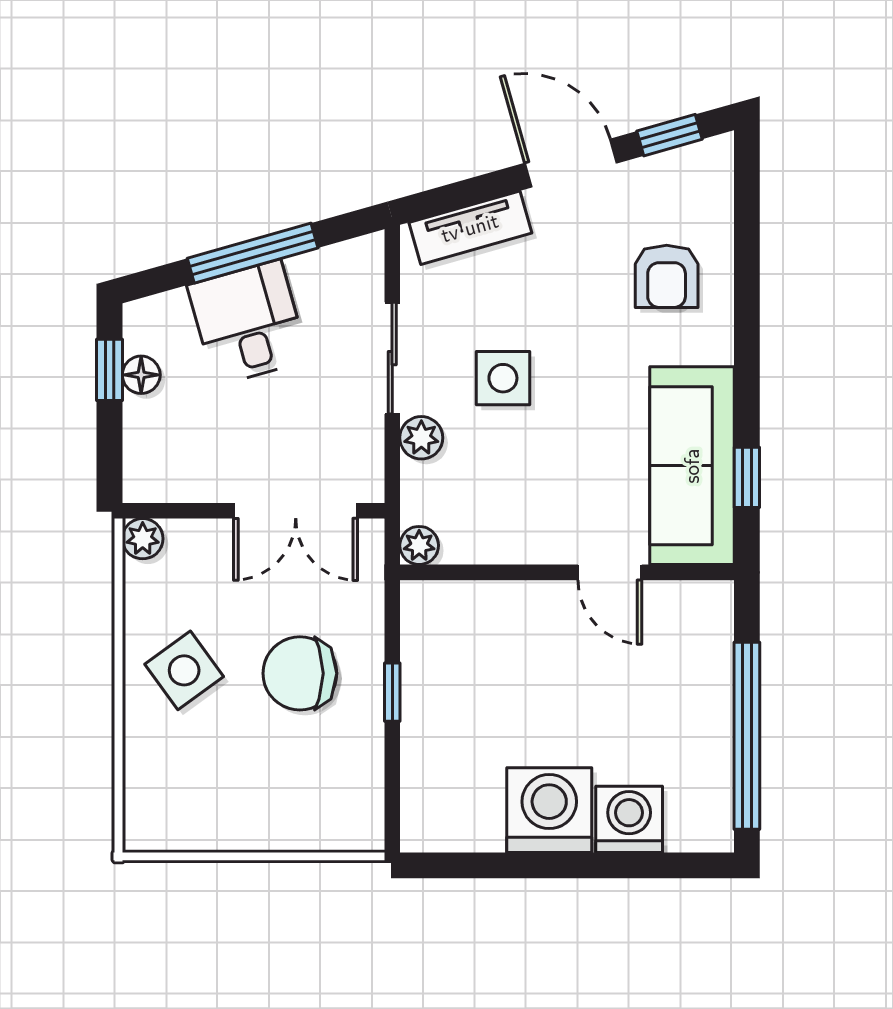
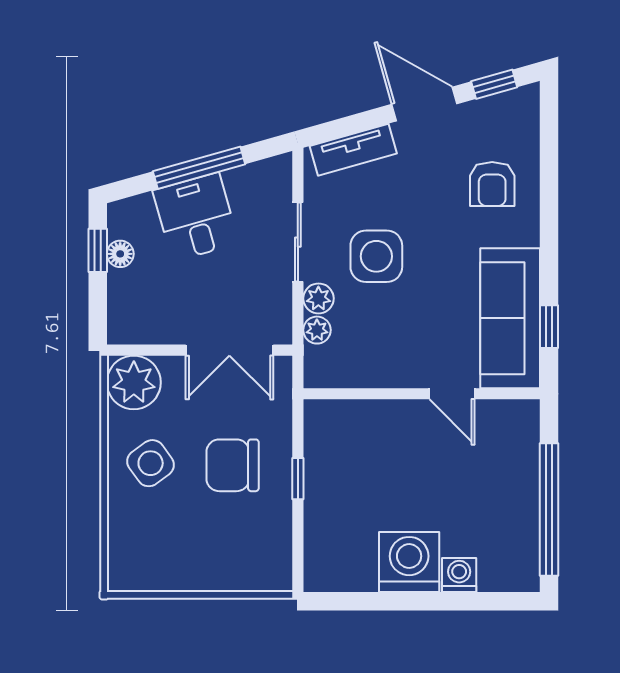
side table: (503, 378) -> (376, 256), width x1.37, depth x1.37
plant: (143, 539) -> (134, 382), width x1.87, depth x1.87
plant: (419, 545) -> (317, 330), moved
washing machine: (629, 819) -> (459, 575), width x0.73, depth x0.73

